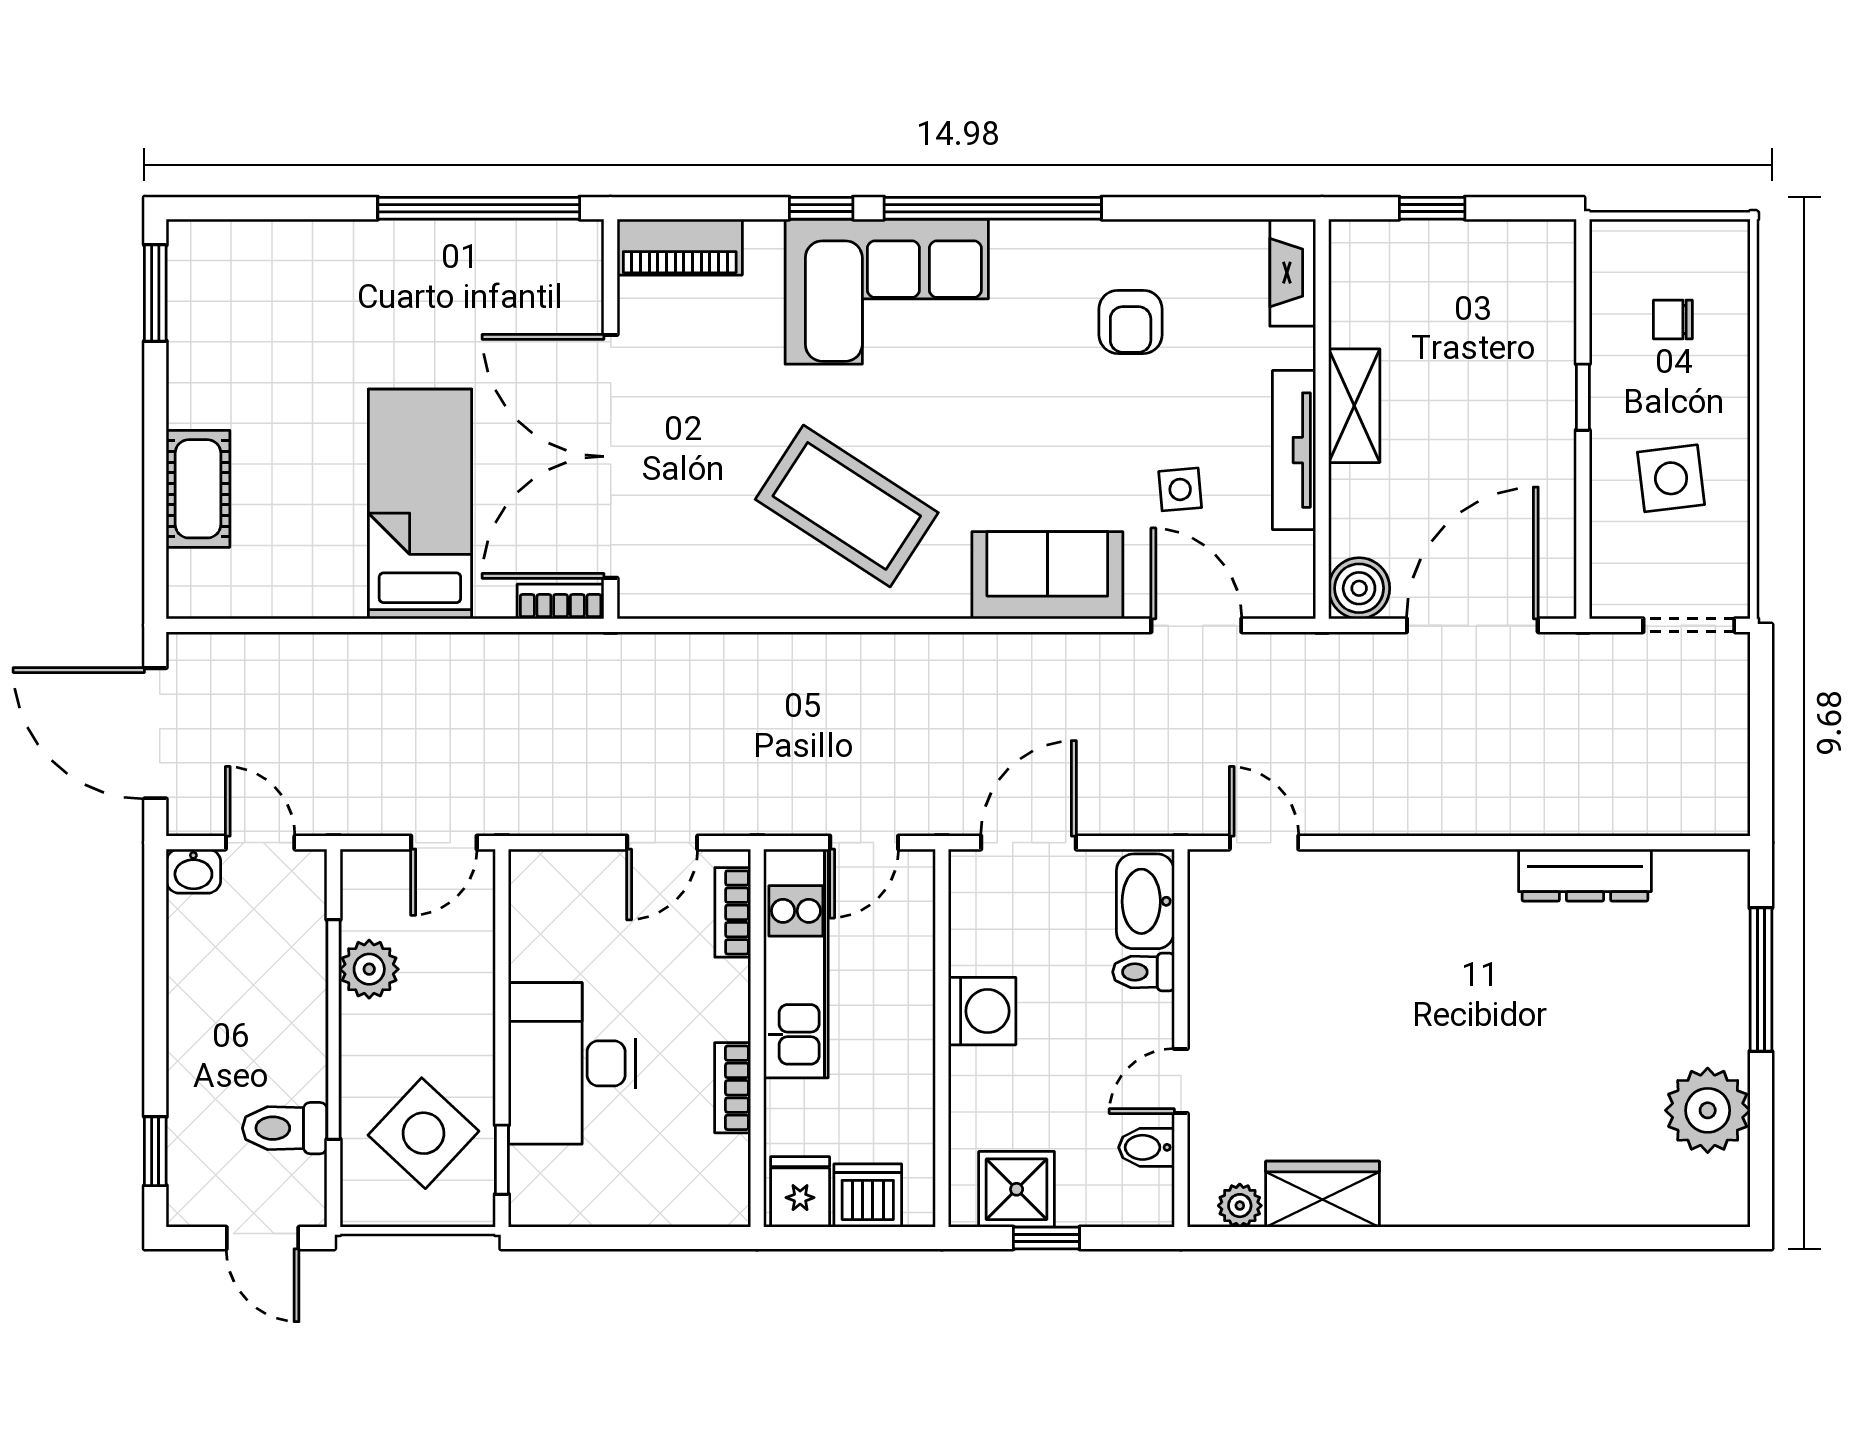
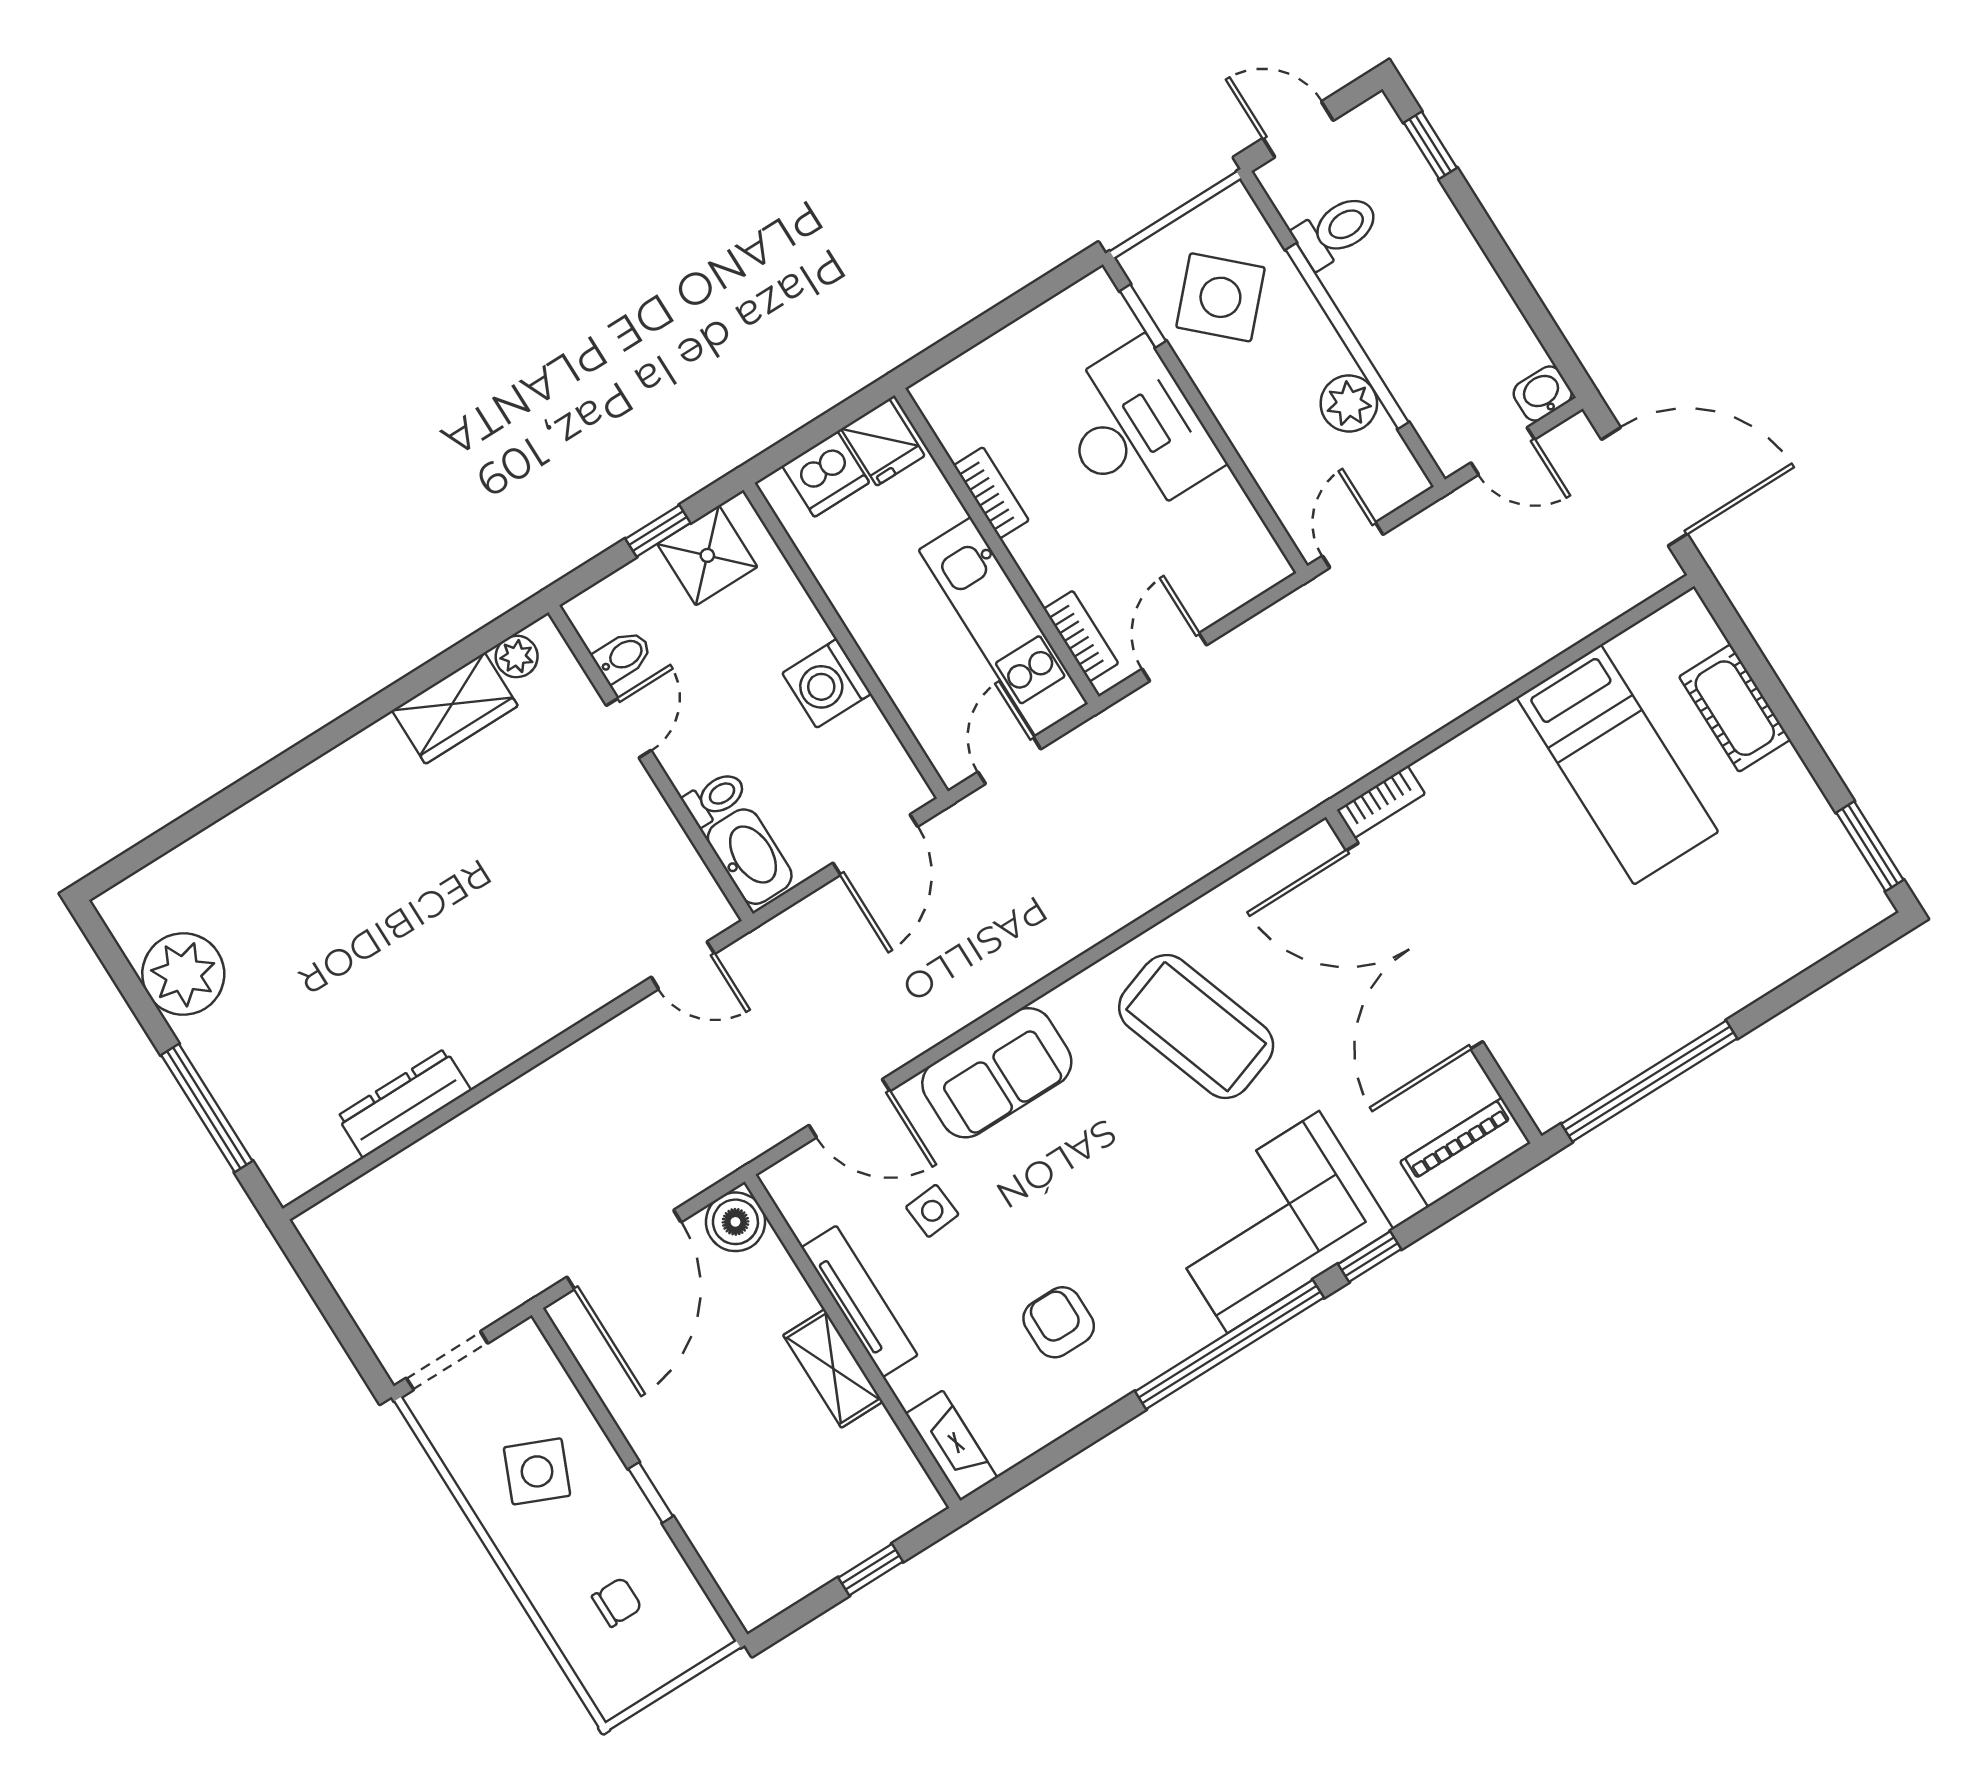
double door: (611, 456) -> (1414, 946), swing flipped
side table: (1671, 478) -> (537, 1471), turned 30
bed: (420, 504) -> (1617, 765), moved
coffee table: (847, 506) -> (1196, 1026), turned 38

